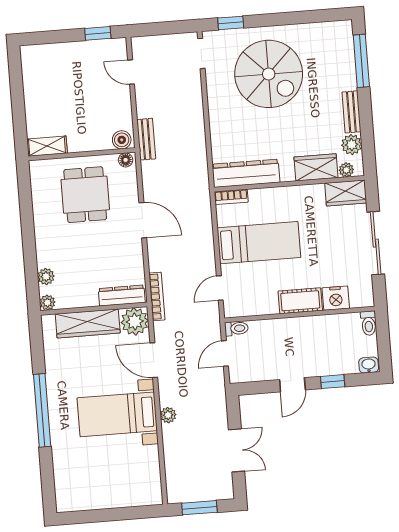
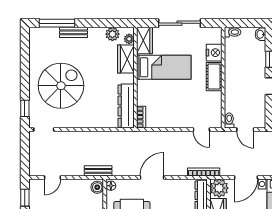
bench: (351, 112) -> (74, 32), moved
bed: (259, 243) -> (164, 67), moved, turned 90

